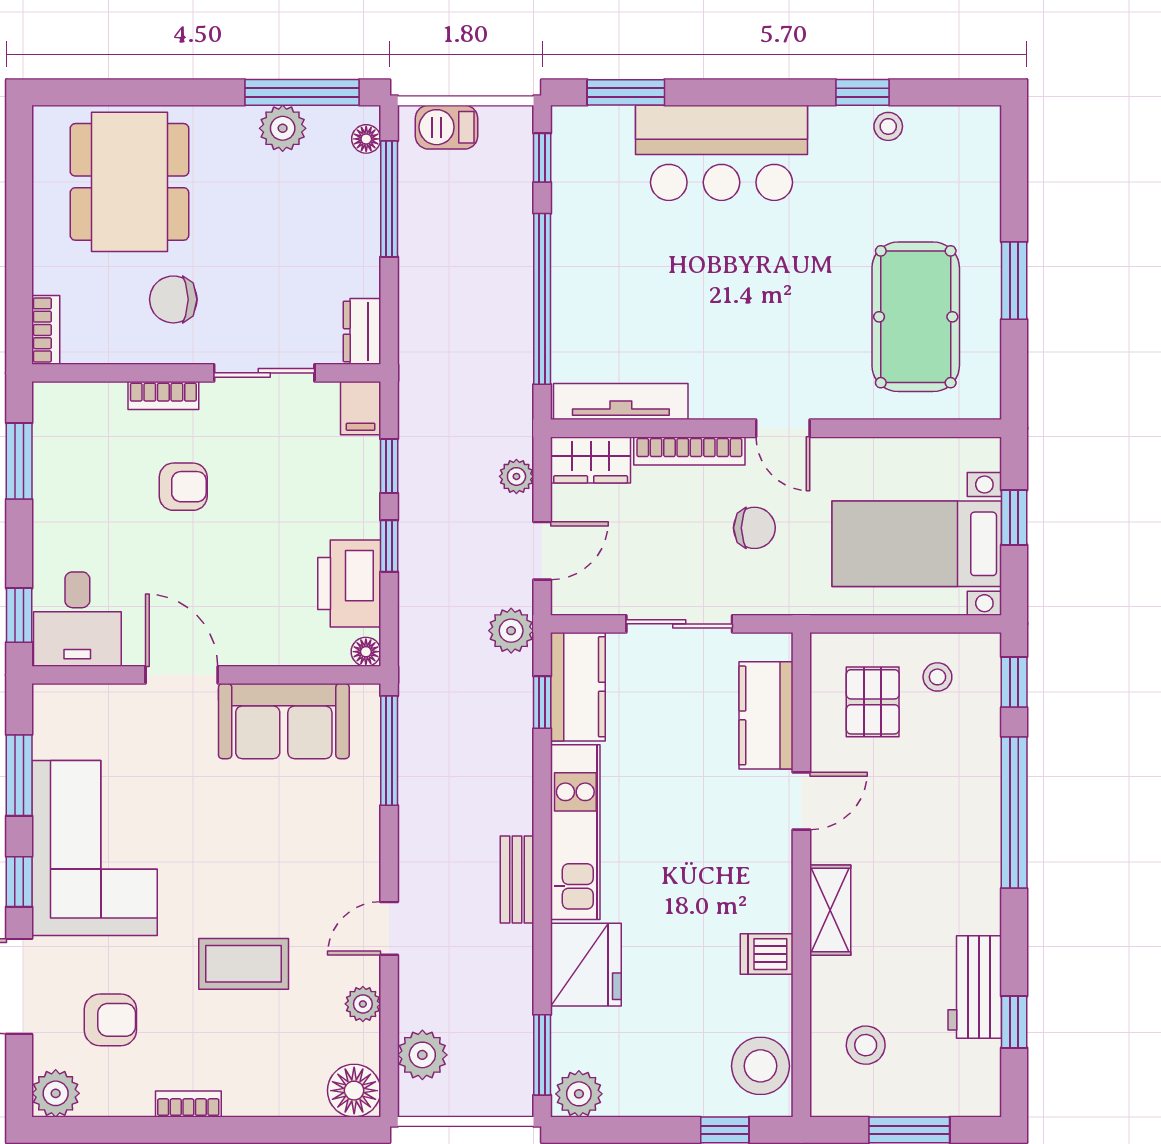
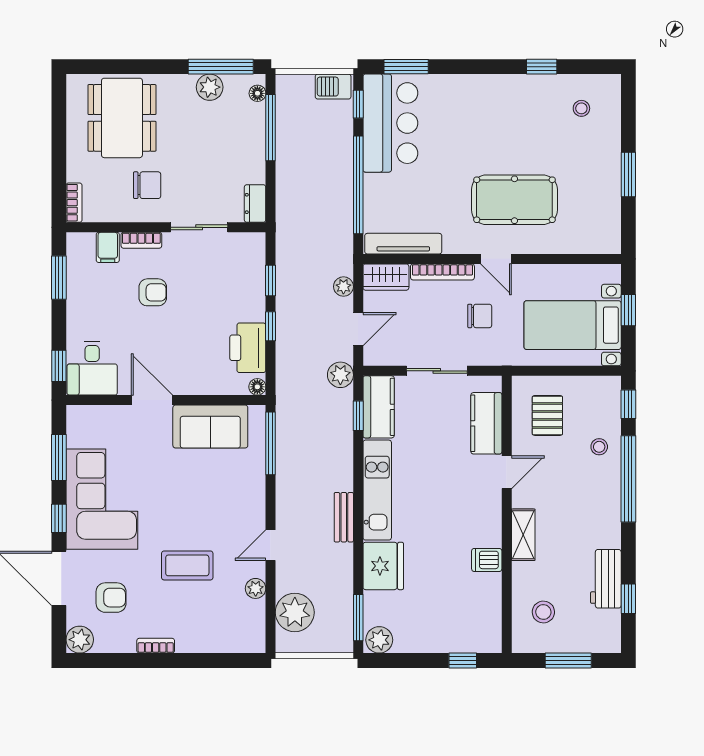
stool: (888, 126) -> (581, 108), moved
barbecue: (446, 127) -> (333, 87), moved
bar counter: (722, 153) -> (390, 123), moved, turned -90
chair: (173, 299) -> (147, 185), turned 180
pool table: (916, 317) -> (514, 200), moved, turned 90
filing cabinet: (361, 408) -> (108, 247), moved
stool: (937, 677) -> (599, 447), moved
plant: (422, 1055) -> (295, 612), width x1.36, depth x1.36
stool: (761, 1066) -> (483, 624), removed
floor lamp: (354, 1091) -> (251, 638), removed

